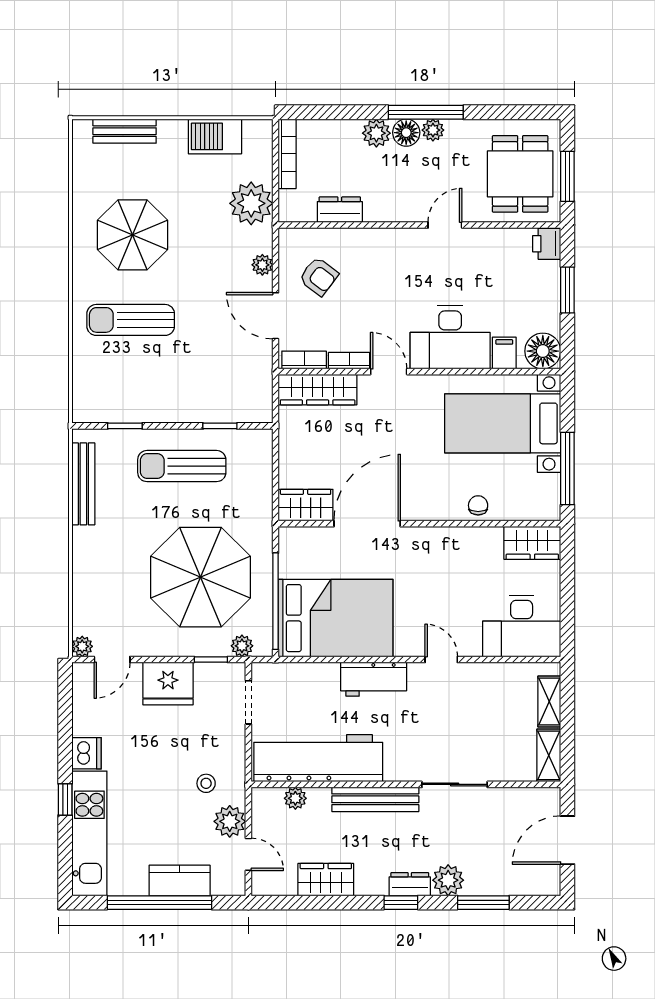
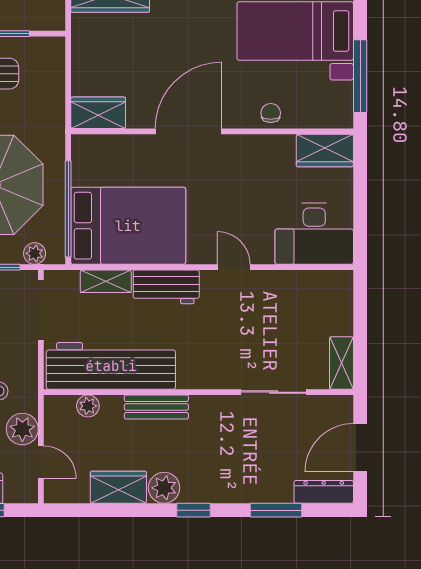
door: (367, 524) -> (189, 131), moved
doorway: (248, 702) -> (41, 310), width x1.38
shelving: (549, 702) -> (106, 281), moved, turned 90
sliding door: (455, 784) -> (274, 392), moved
bench: (375, 799) -> (156, 407), width x0.73
plant: (448, 880) -> (164, 488), moved
dresser: (410, 884) -> (324, 492), moved, width x1.44

